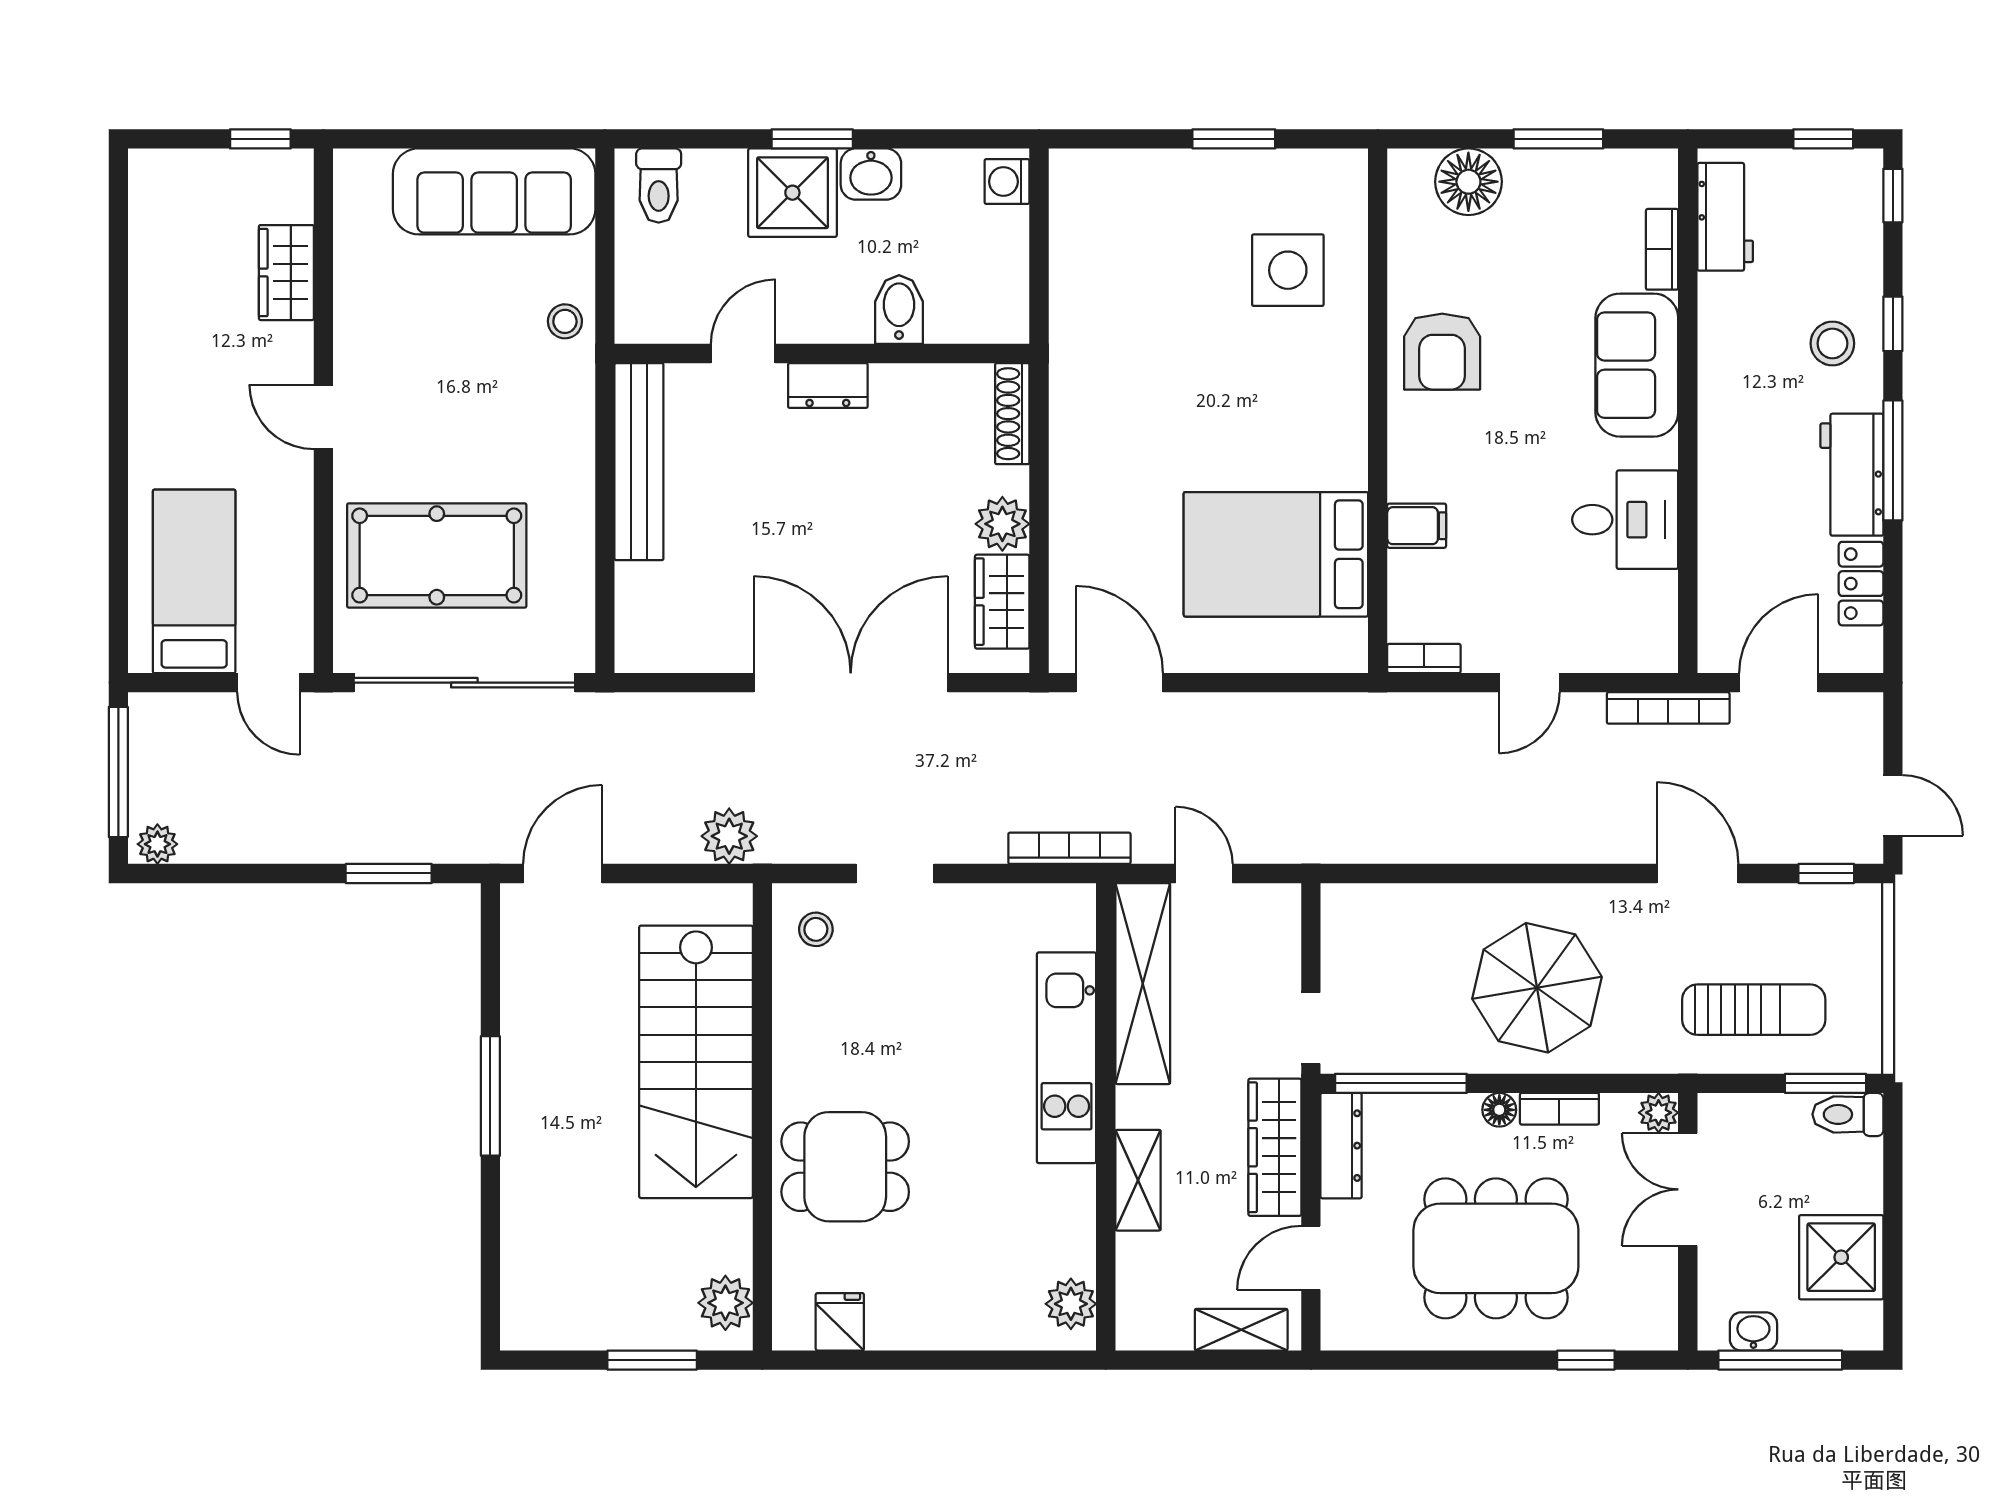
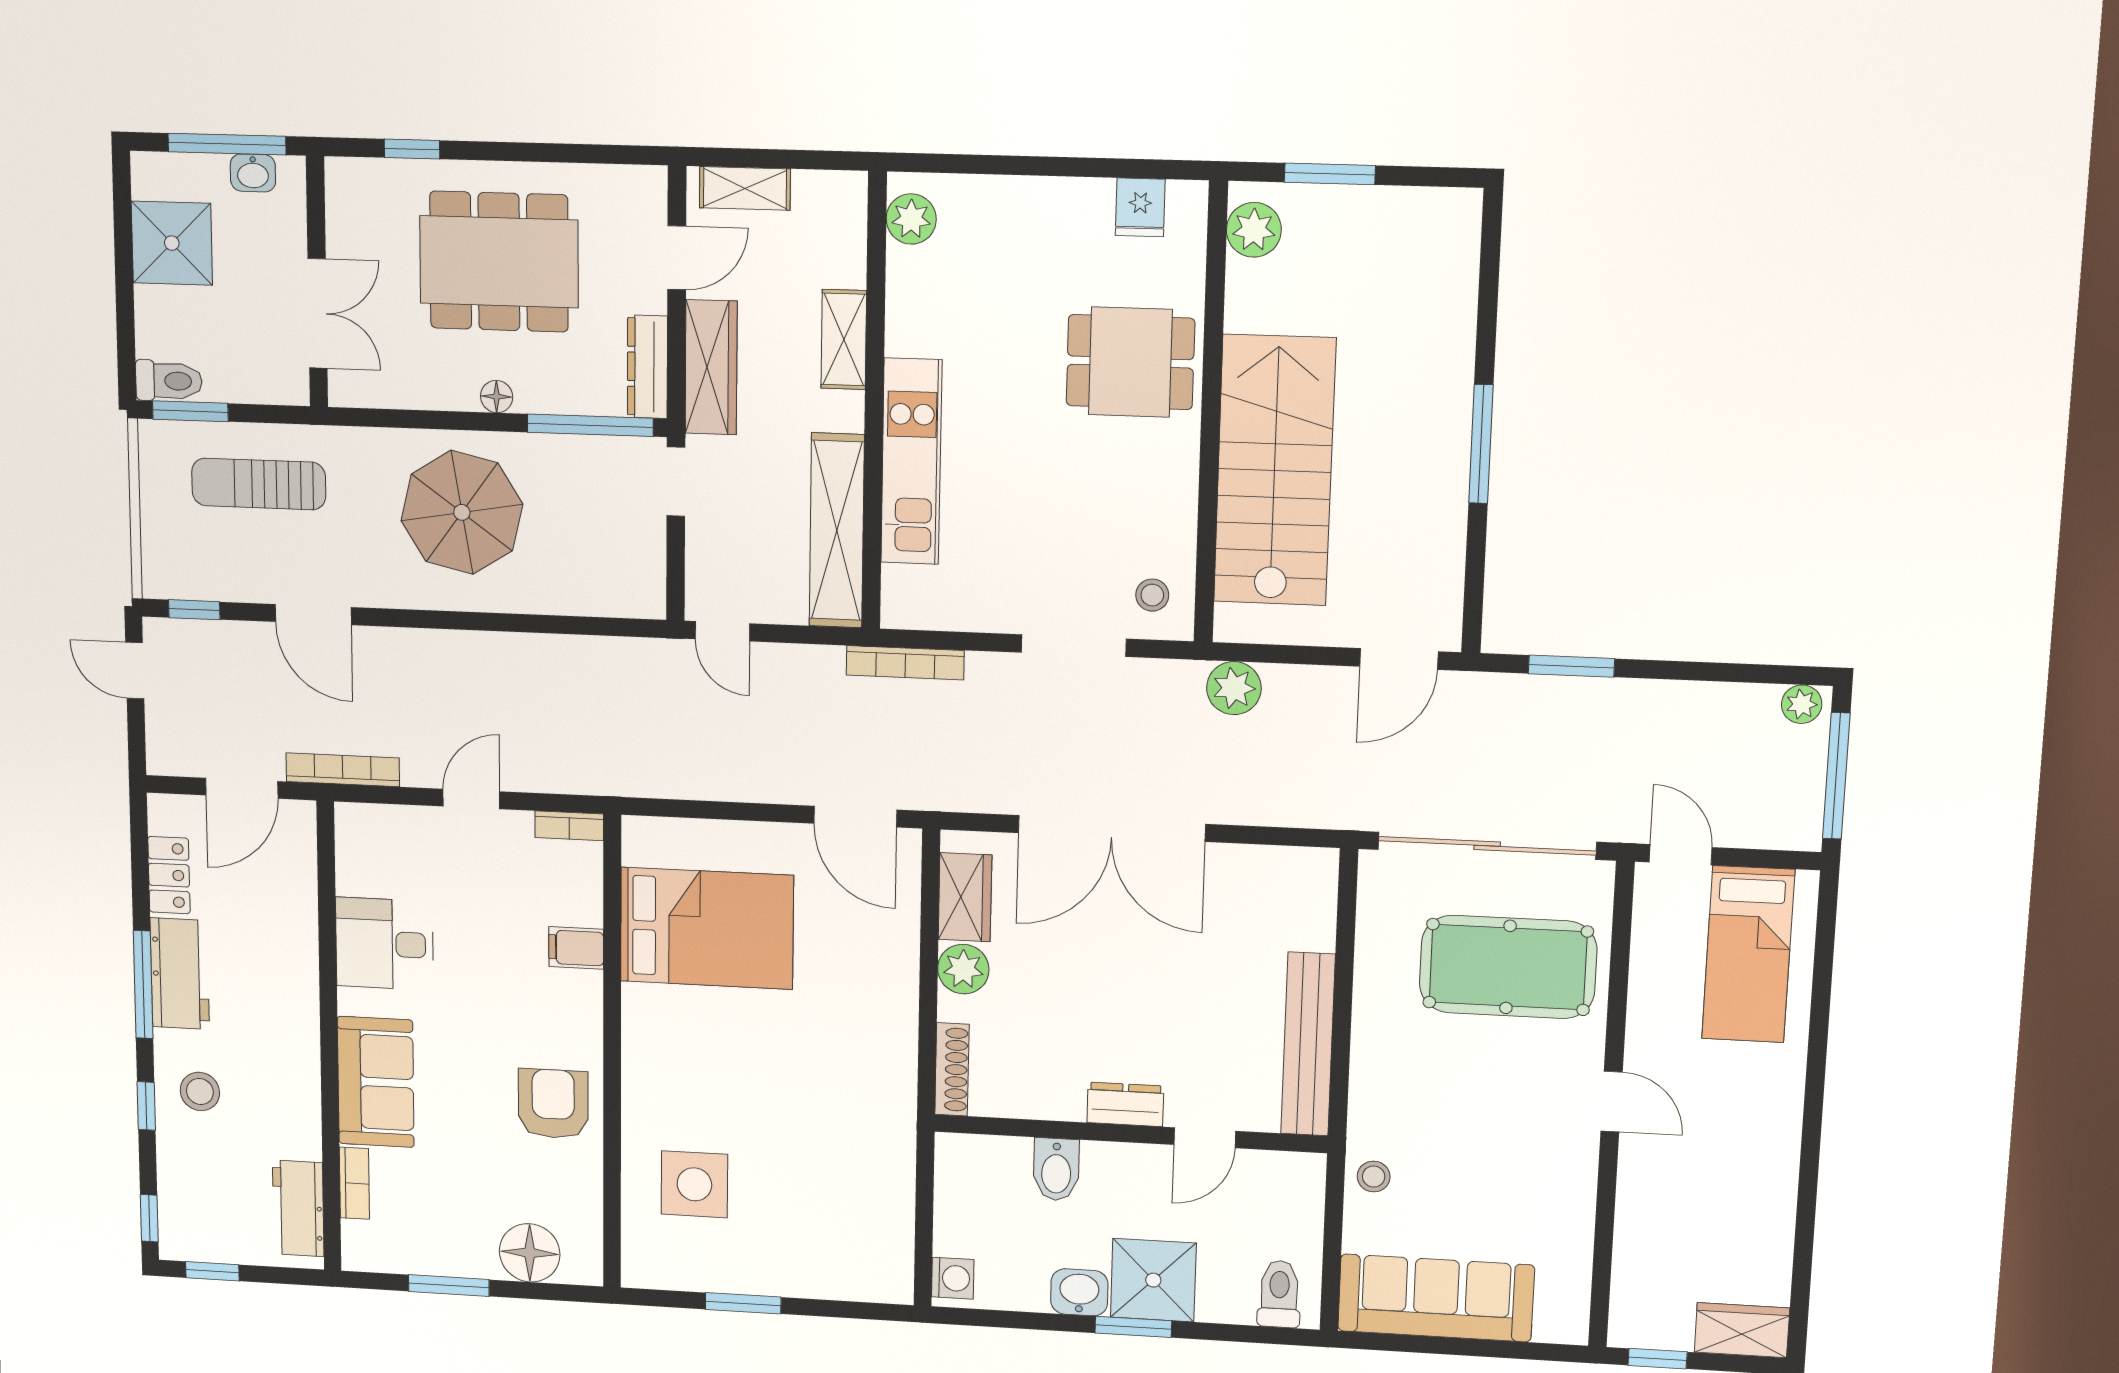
wardrobe: (286, 273) -> (1742, 1330), moved, turned -90
doorway: (895, 873) -> (1074, 646), width x1.38
door: (1204, 873) -> (722, 631), moved
bookcase: (1559, 1109) -> (440, 396), removed
plant: (1659, 1113) -> (346, 389), removed

